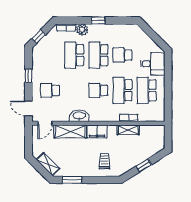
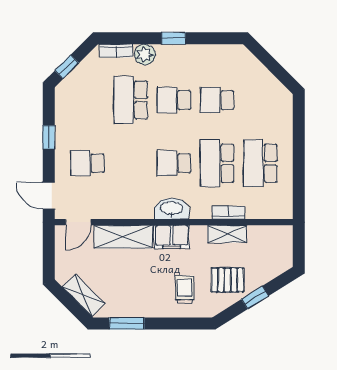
school desk: (98, 55) -> (174, 100), width x0.54
desk: (153, 64) -> (271, 116), removed
washbasin: (79, 116) -> (172, 209), moved
pallet: (128, 156) -> (227, 280), added

